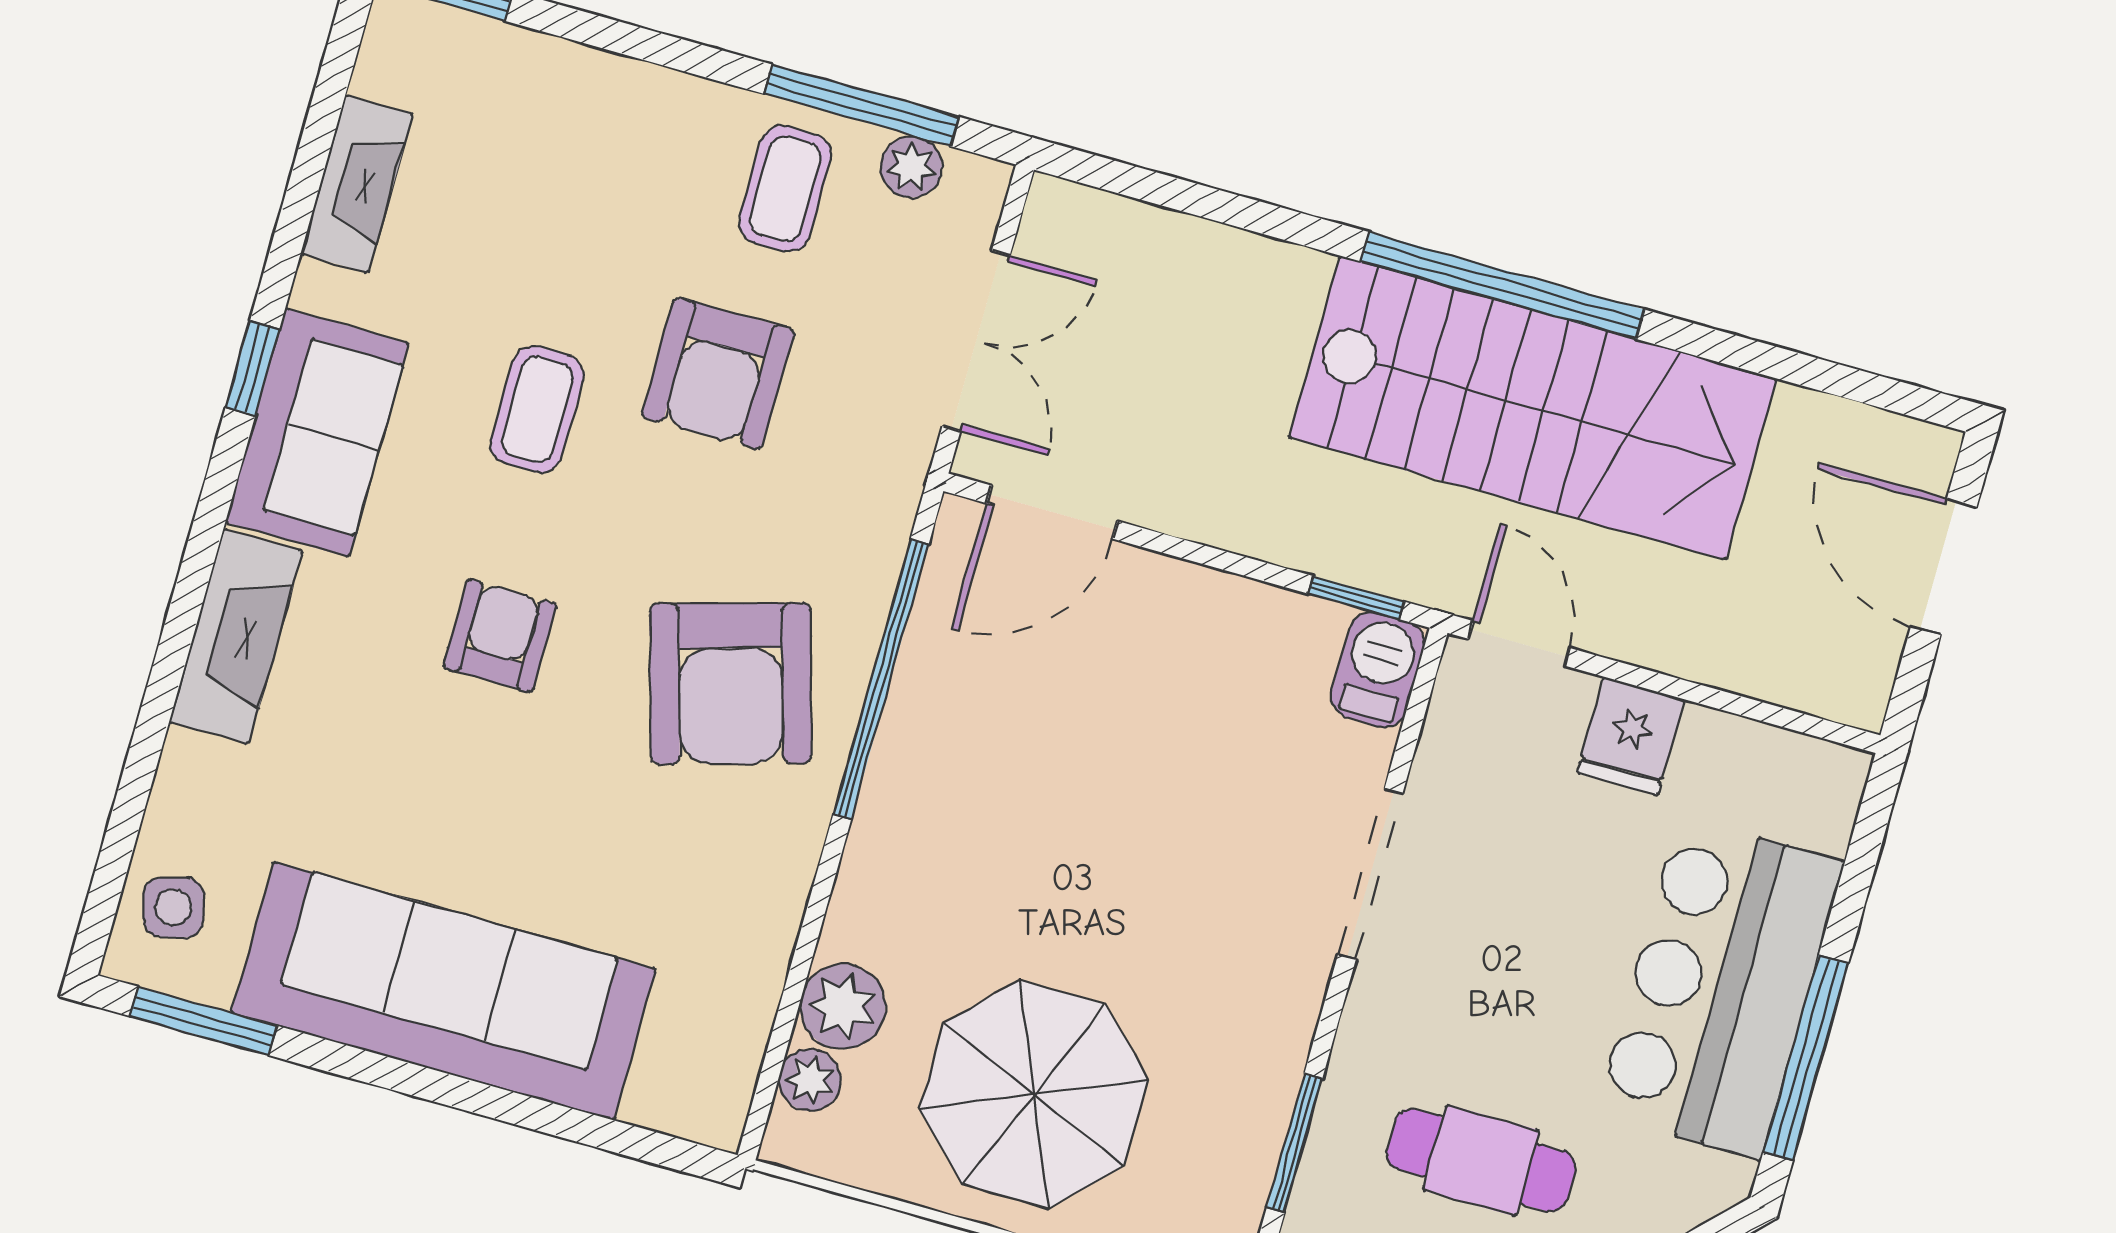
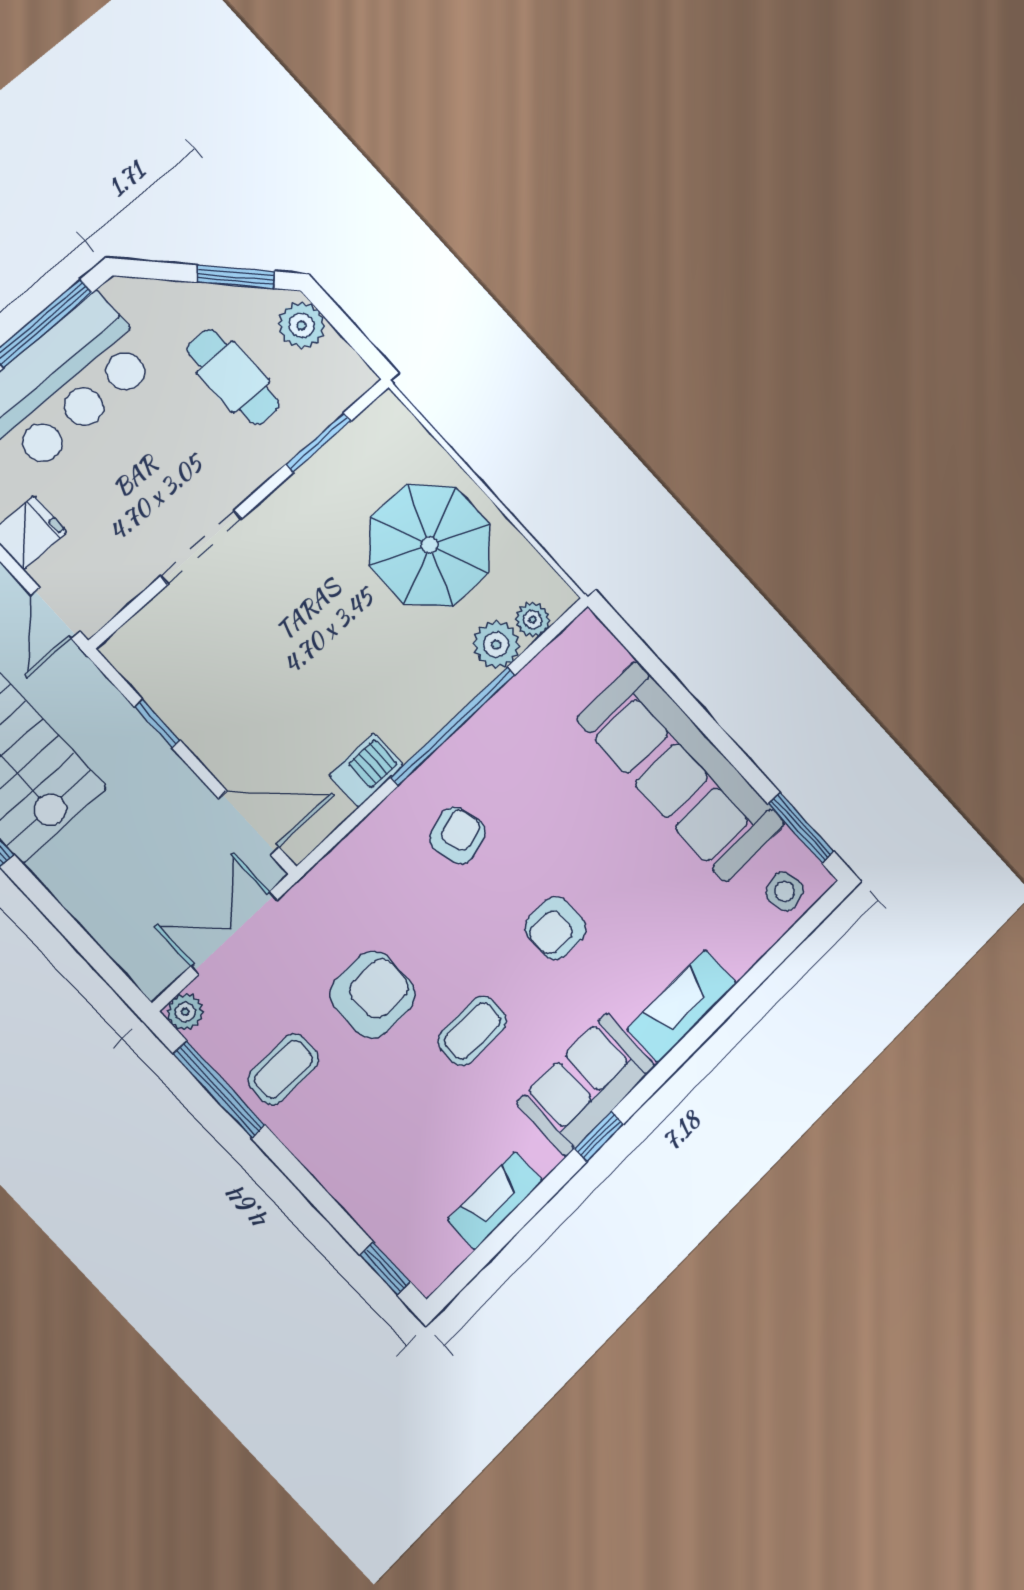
plant: (911, 167) -> (185, 1012), moved
window: (1356, 598) -> (157, 724), moved
barbecue: (1378, 670) -> (366, 770), moved, turned 180
window: (881, 679) -> (453, 726), moved
armchair: (731, 684) -> (458, 835), width x0.53, depth x0.53

